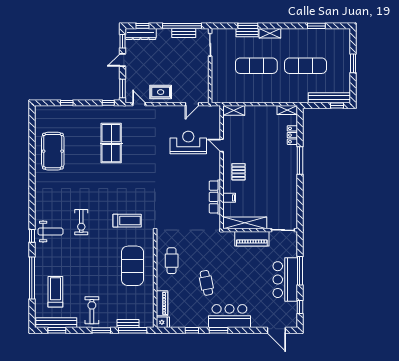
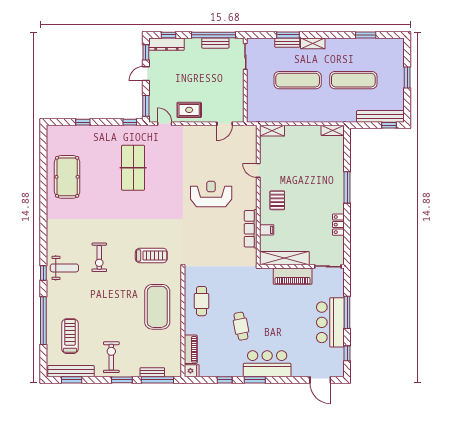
locker: (292, 135) -> (338, 225), moved
reception desk: (188, 143) -> (211, 194), moved

